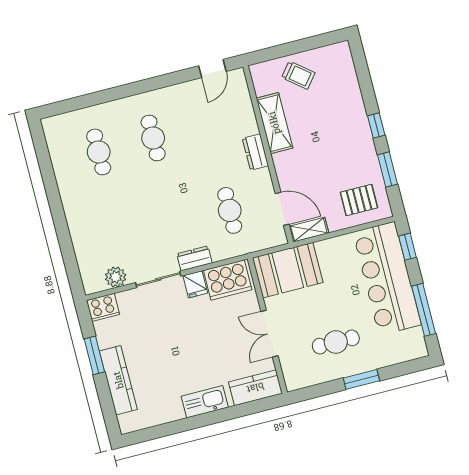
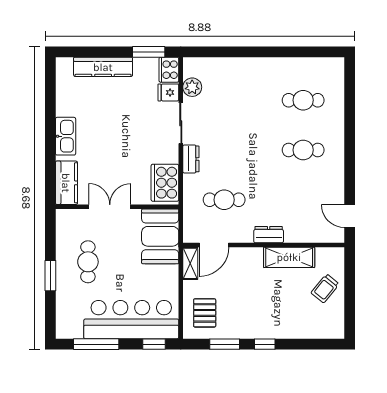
fridge: (195, 284) -> (168, 92), moved
window: (94, 355) -> (149, 52), moved

